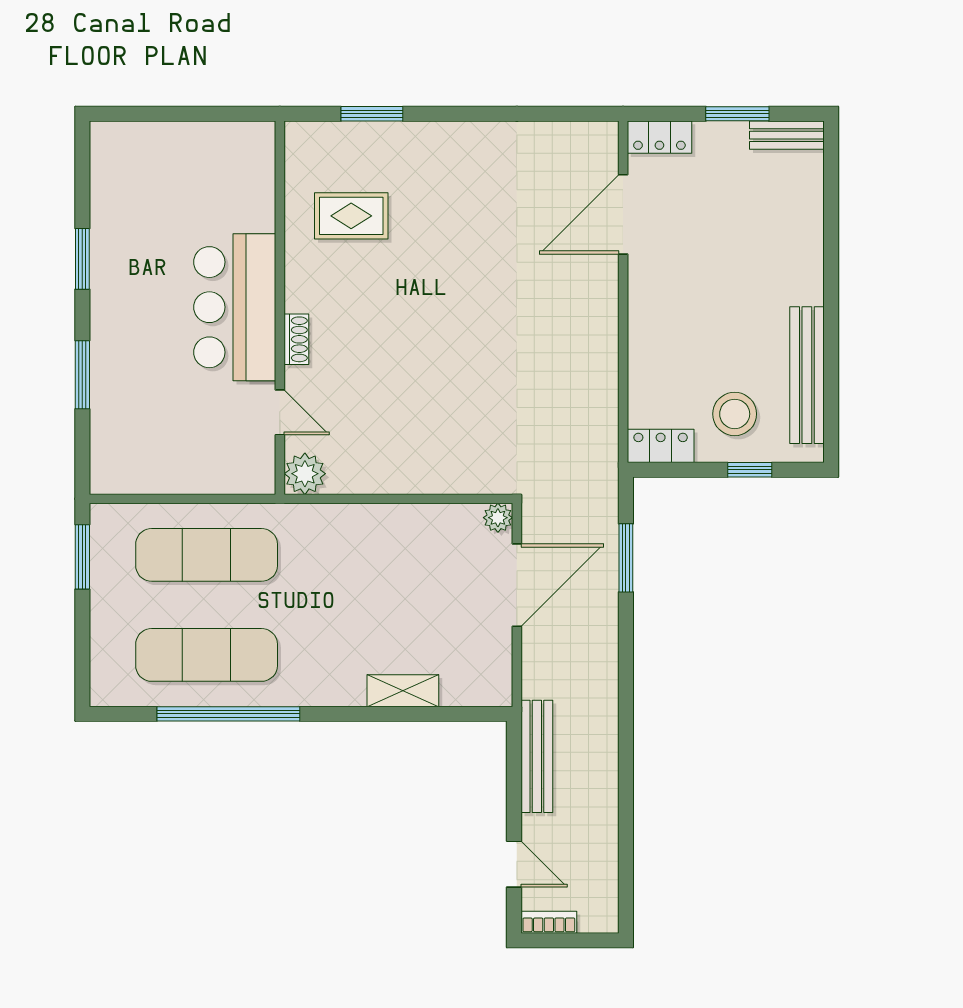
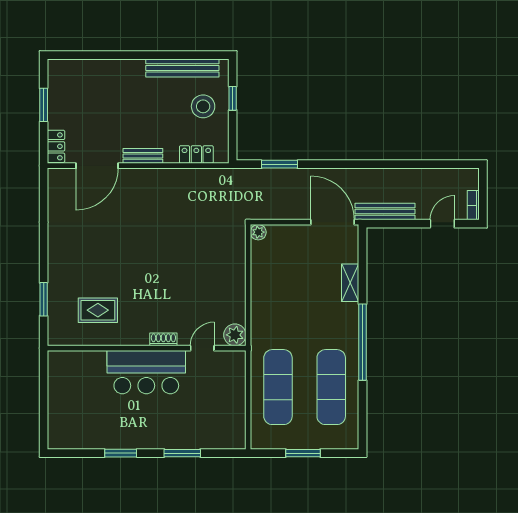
bench: (787, 135) -> (143, 156), moved, turned 90
door: (623, 214) -> (97, 166), hinge flipped
rug: (351, 216) -> (98, 310), turned 90
locker: (661, 446) -> (196, 155), moved, turned 90
window: (82, 557) -> (303, 453), moved
door: (517, 585) -> (333, 222), moved
window: (228, 714) -> (363, 342), moved

